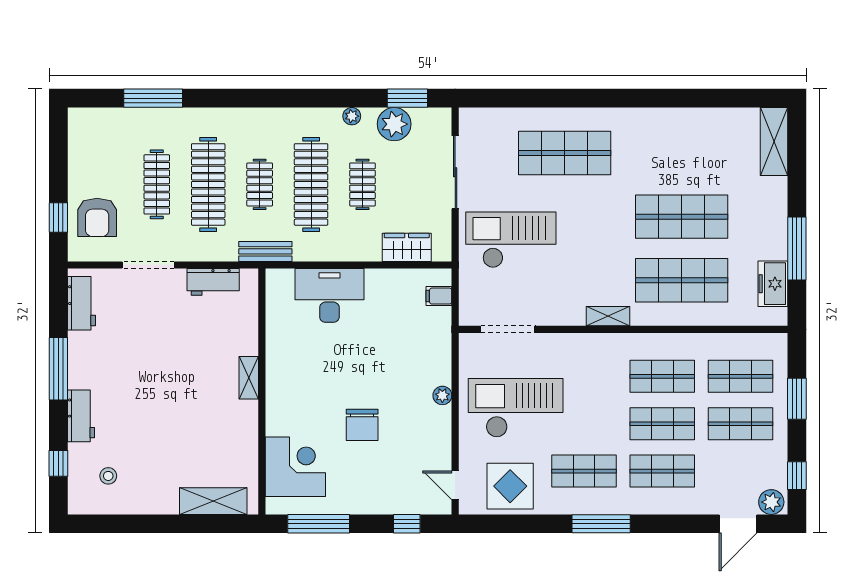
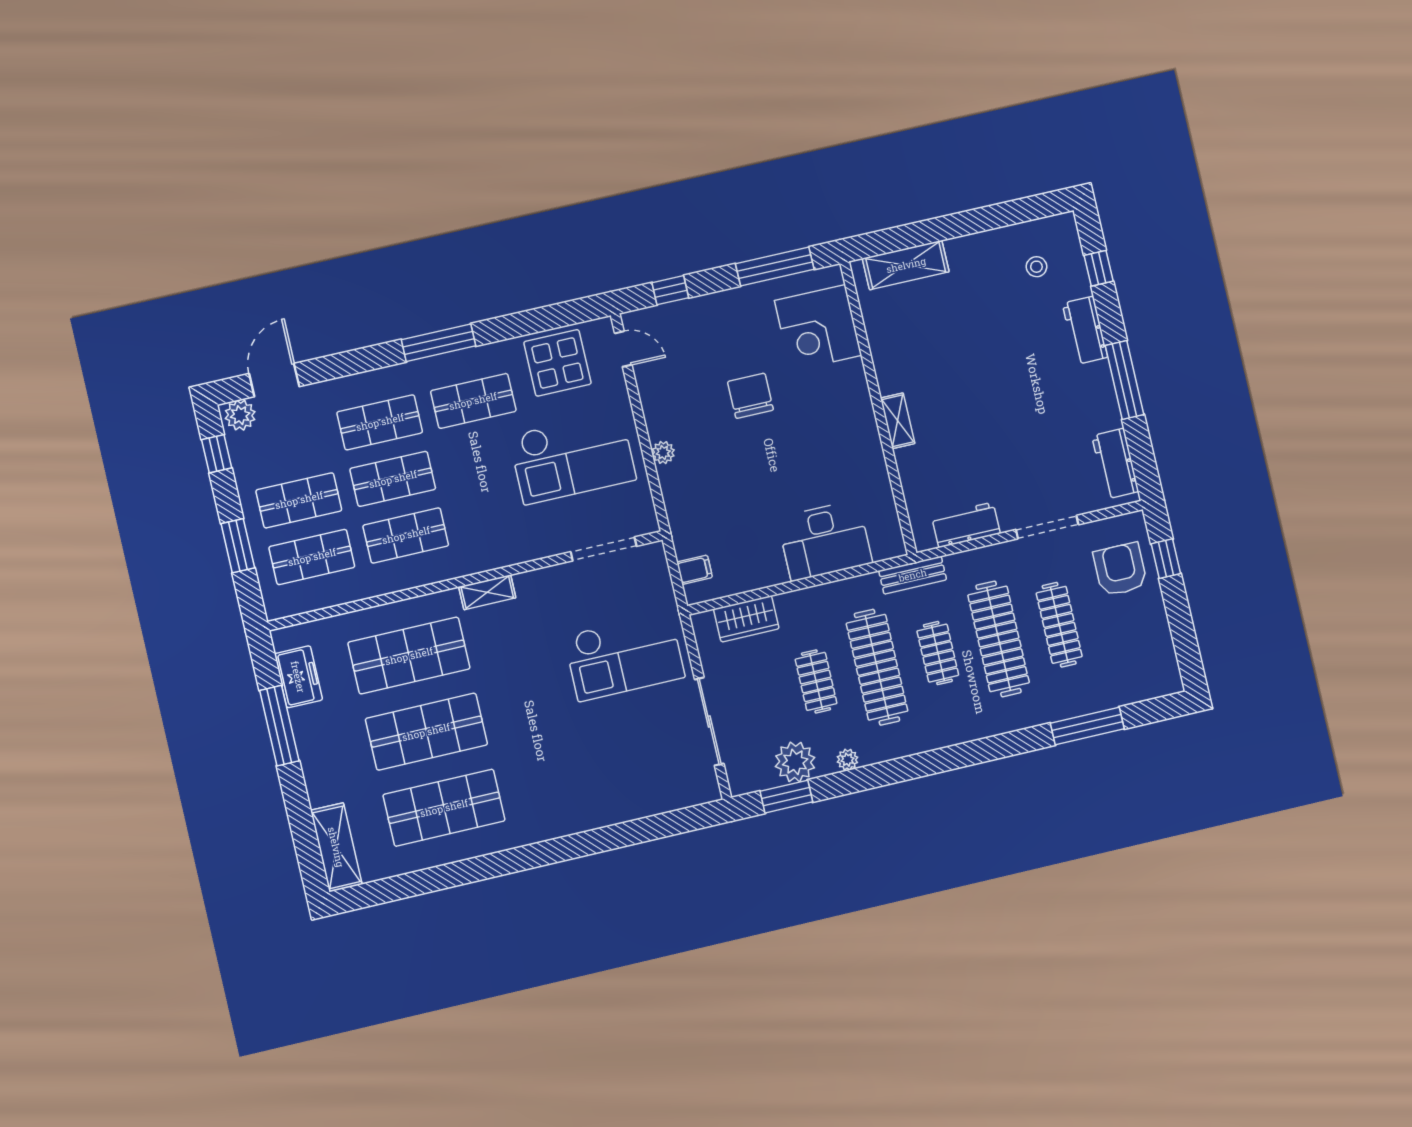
shop shelf: (565, 153) -> (444, 808), moved

